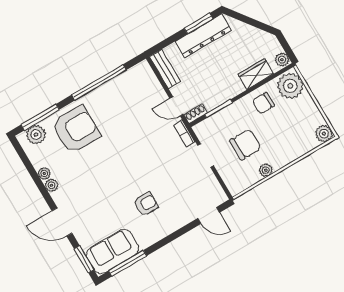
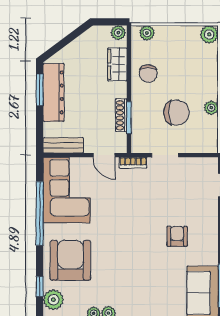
plant: (290, 86) -> (147, 33), width x0.53, depth x0.53
corner sofa: (131, 93) -> (67, 190), added
door: (177, 106) -> (104, 155), hinge flipped
shoe rack: (196, 114) -> (121, 115), moved, width x1.43
window: (40, 117) -> (40, 287), width x0.46
chair: (245, 145) -> (176, 113), turned 90

